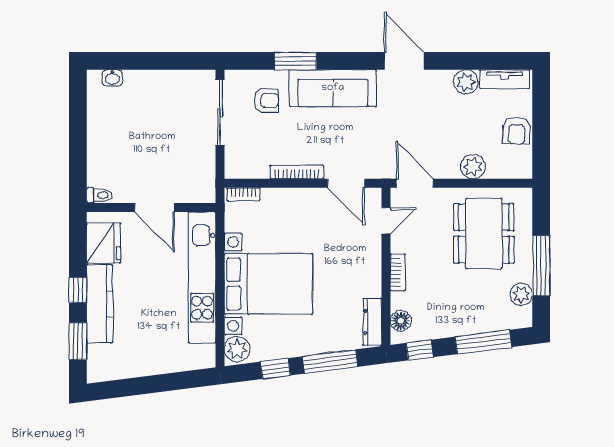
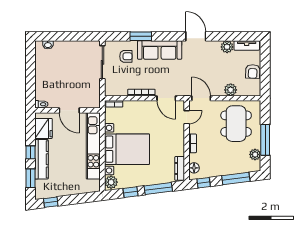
window: (118, 389) -> (51, 202), added

